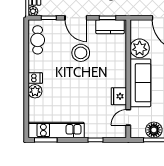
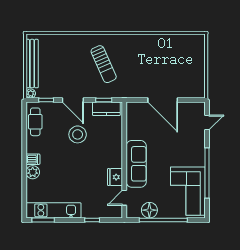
plant: (140, 48) -> (135, 130), removed

